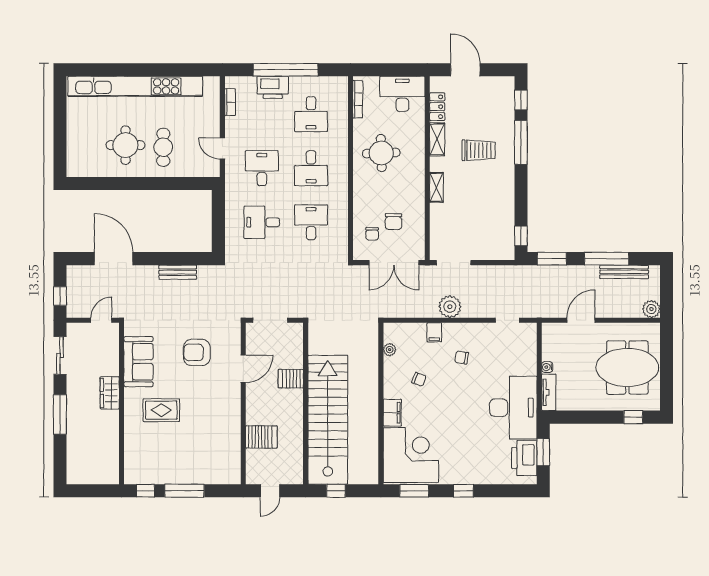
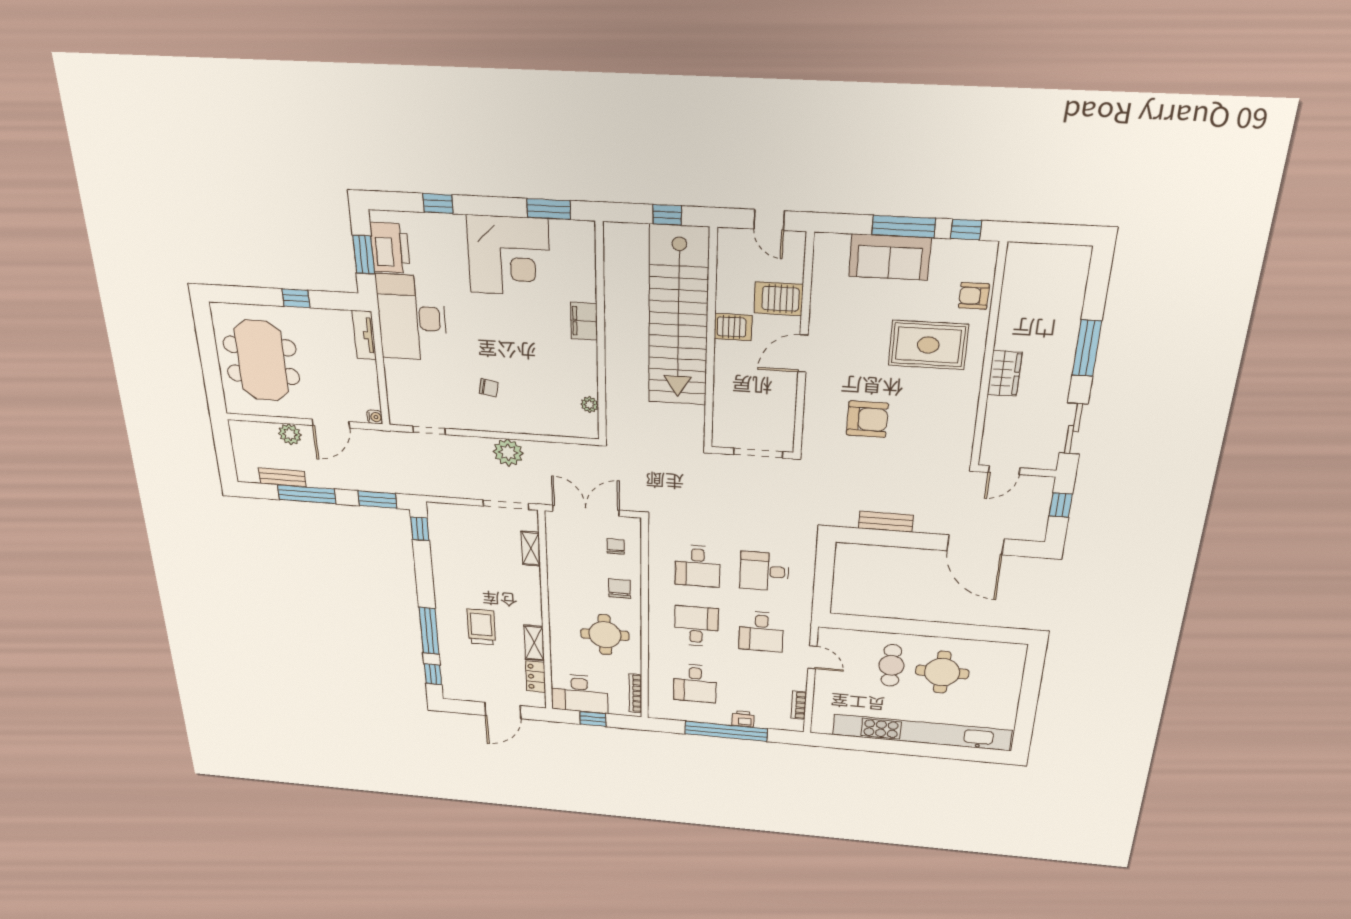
window: (392, 70) -> (593, 719), added
door: (465, 70) -> (503, 711), hinge flipped
printer: (273, 87) -> (743, 719), width x0.53, depth x0.68
desk: (311, 114) -> (695, 683), turned 180
trolley: (479, 150) -> (481, 627), turned 90
shelving: (436, 187) -> (531, 549), moved
desk: (262, 222) -> (764, 571), turned 180
chair: (394, 222) -> (620, 589), moved
bench: (624, 272) -> (282, 477), width x0.73
plant: (651, 309) -> (290, 434), moved
filing cabinet: (434, 332) -> (528, 422), removed
sofa: (138, 362) -> (890, 257), moved, turned -90
water cooler: (547, 367) -> (375, 417), moved
meeting table: (627, 367) -> (261, 361), turned 90
door: (243, 369) -> (803, 353), moved
server rack: (291, 379) -> (733, 327), moved
chair: (419, 379) -> (547, 363), removed
rug: (161, 410) -> (928, 345), width x1.36, depth x1.43
window: (633, 417) -> (296, 298), moved
armchair: (136, 446) -> (974, 296), added
corner desk: (411, 455) -> (509, 256), moved, turned -90
door: (270, 491) -> (769, 220), swing flipped
window: (463, 491) -> (438, 204), moved

